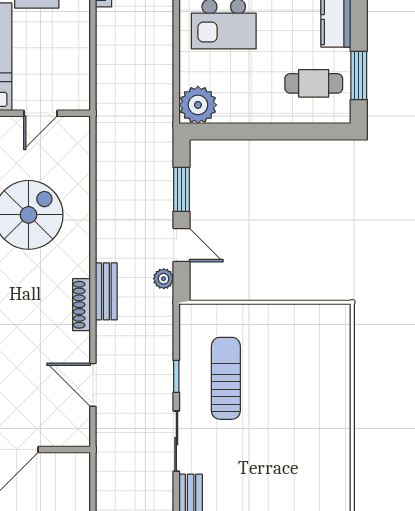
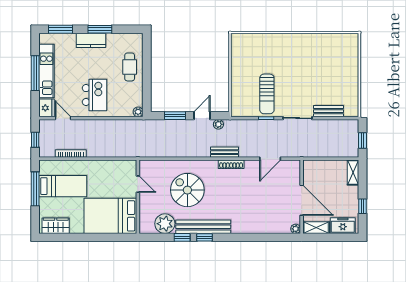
window: (359, 75) -> (100, 29), moved
cafe table: (314, 83) -> (130, 67), moved
plant: (198, 105) -> (138, 112), width x0.53, depth x0.53
sun lounger: (226, 378) -> (267, 94), turned -90

